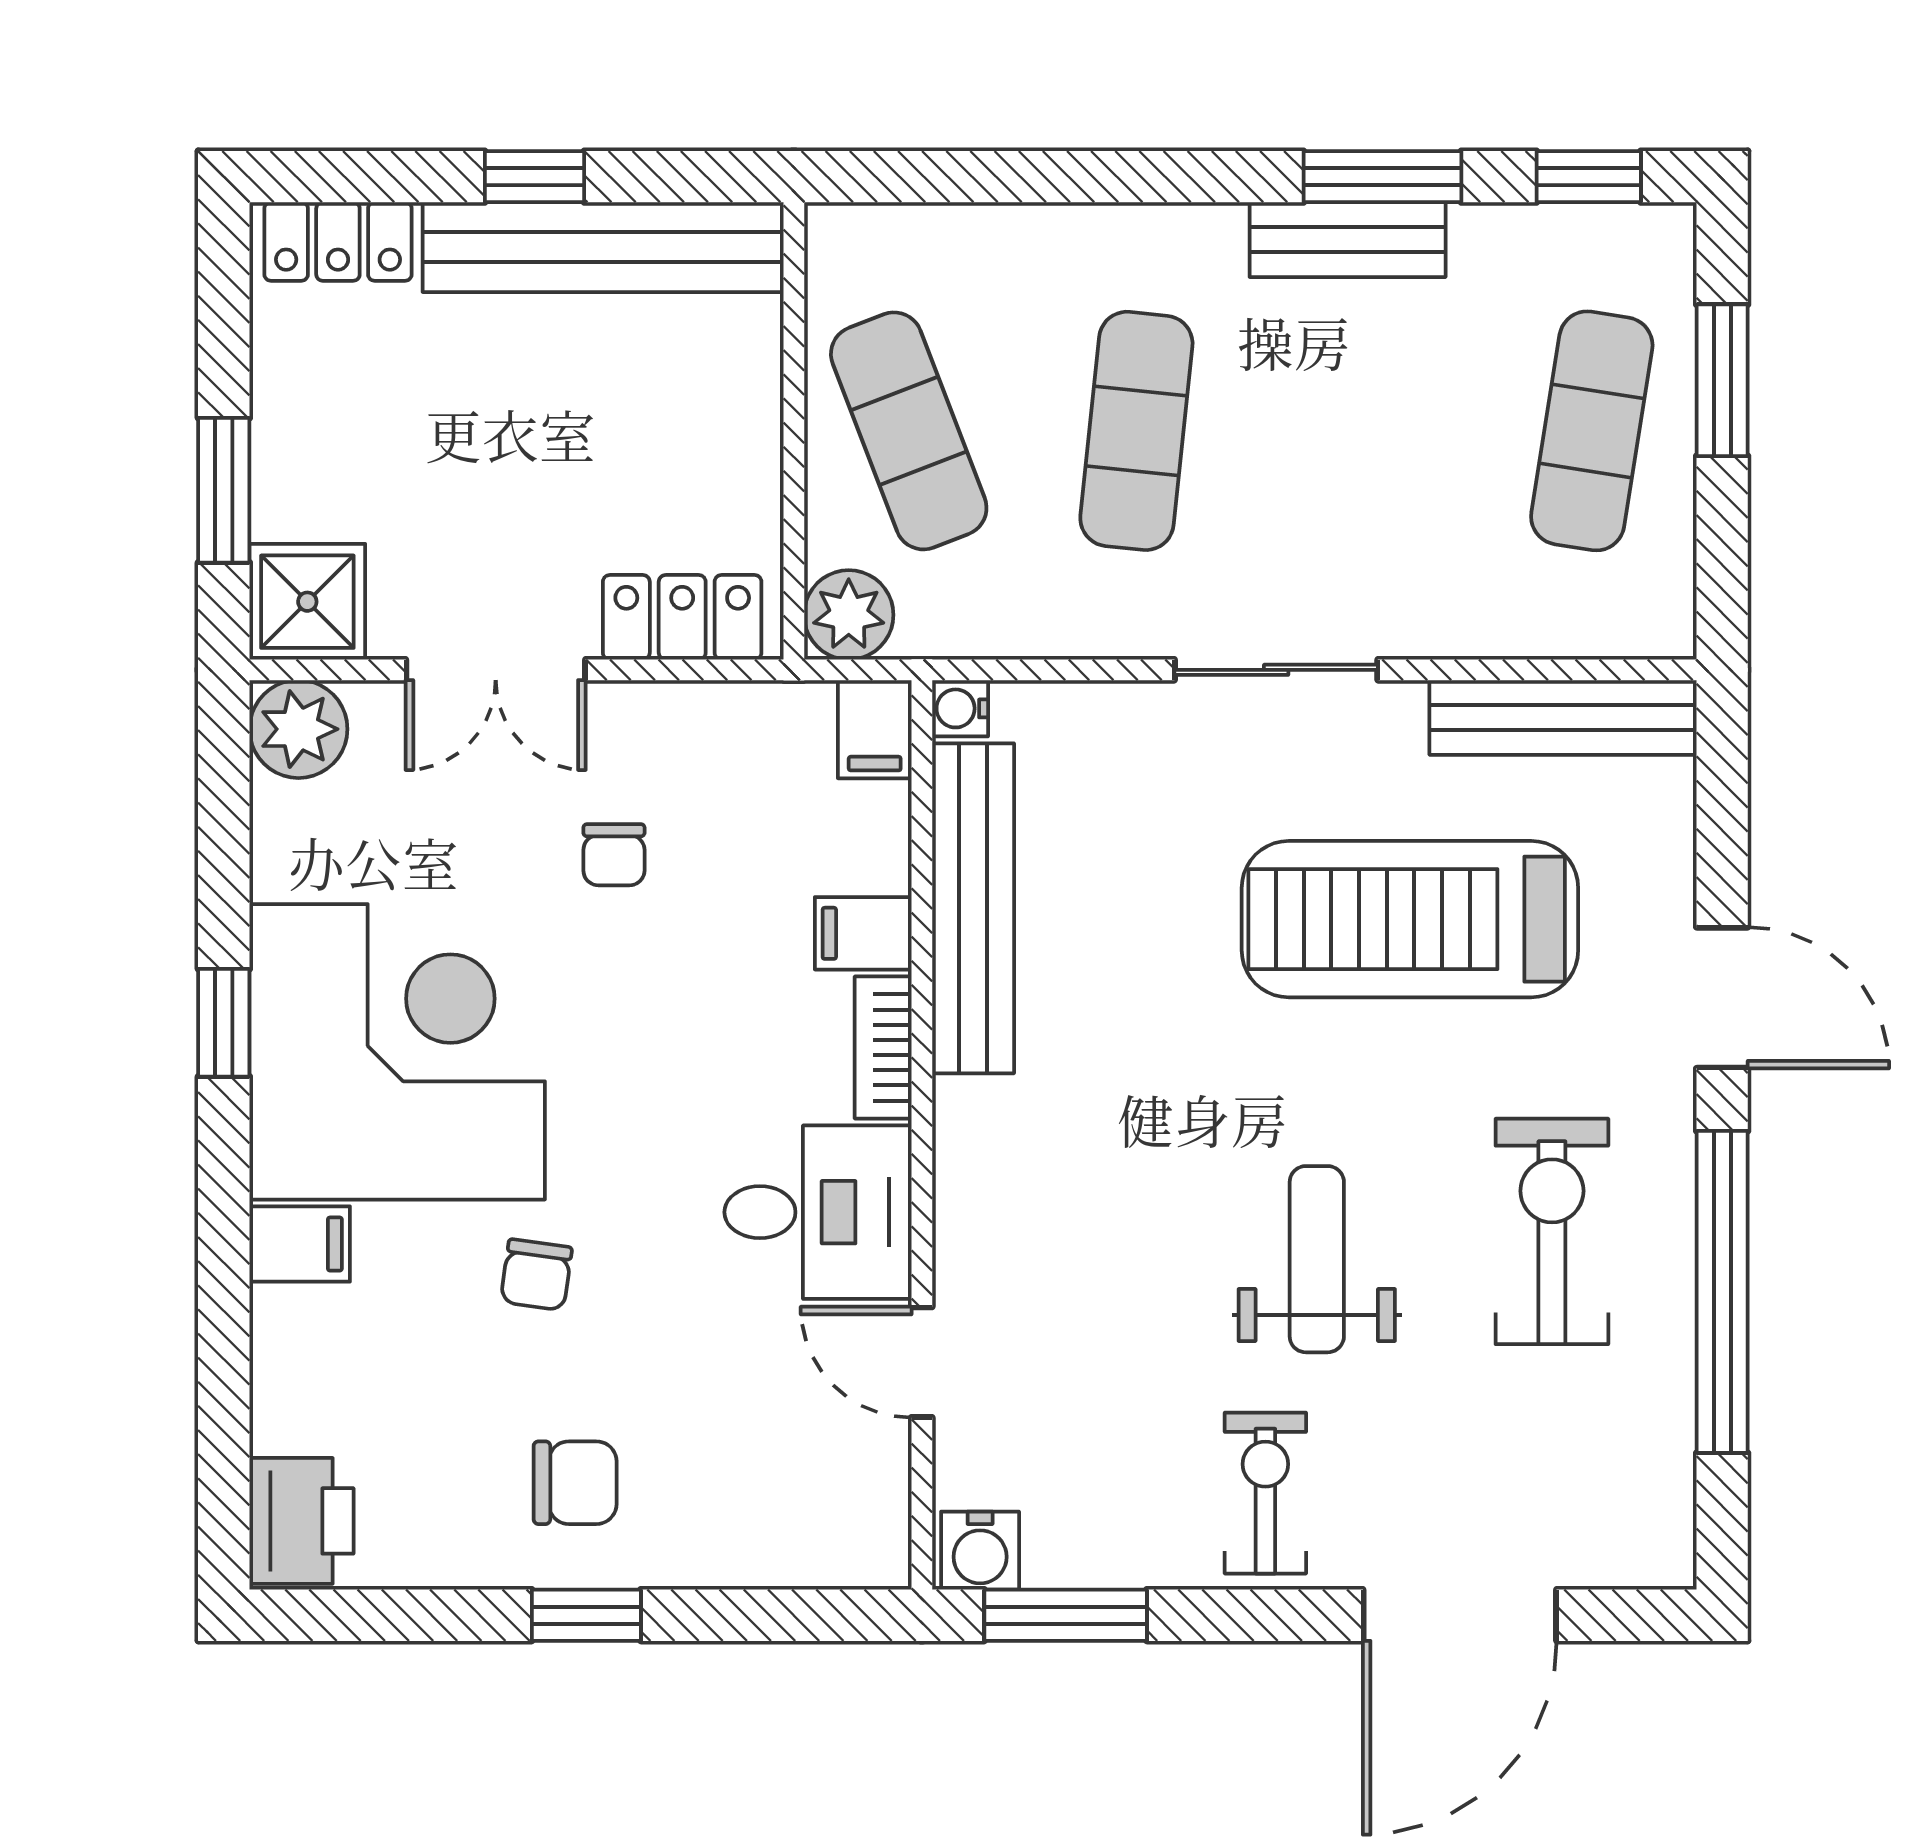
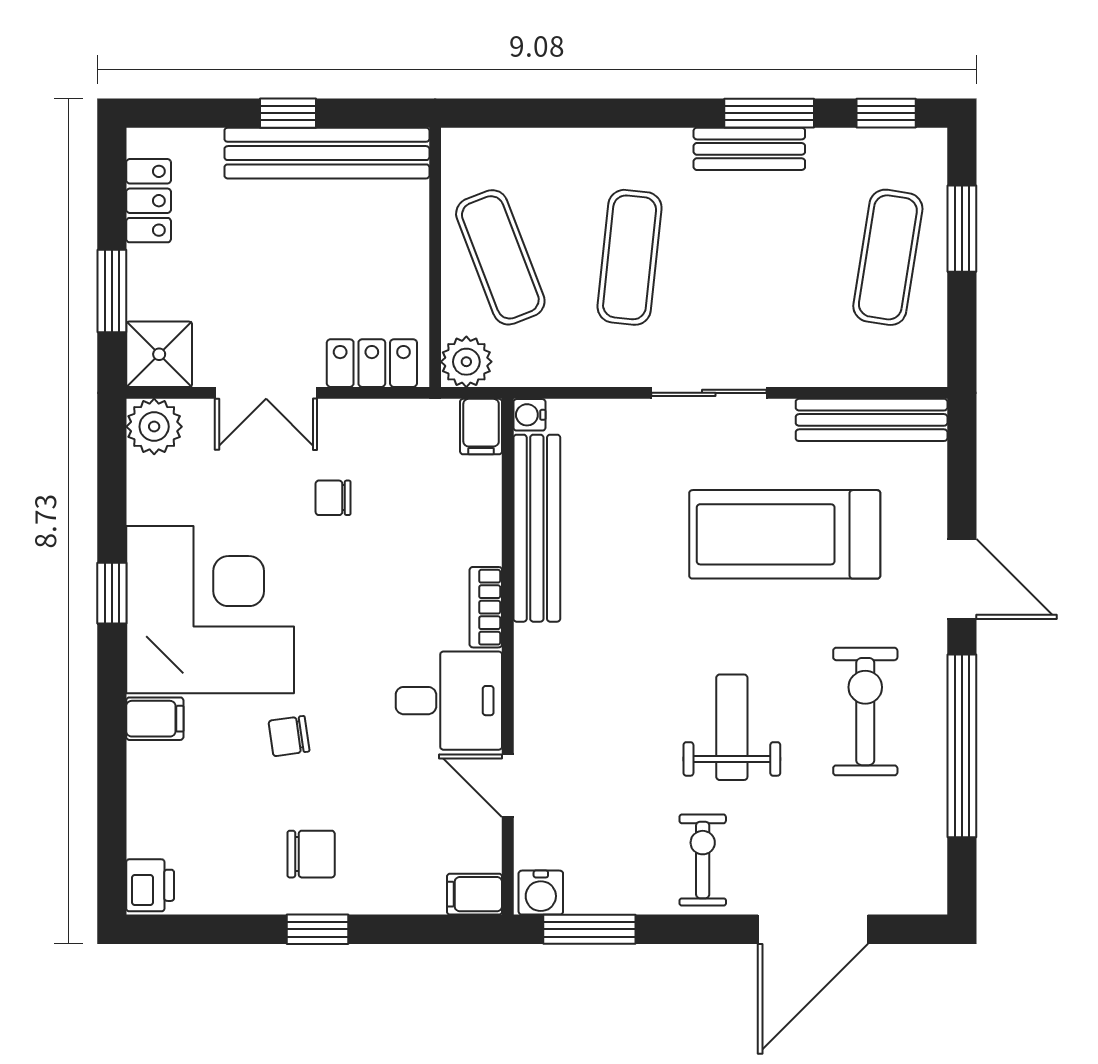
locker: (338, 242) -> (149, 201), moved, turned -90
chair: (614, 855) -> (333, 498), turned 90
filing cabinet: (863, 933) -> (475, 894), moved
chair: (536, 1275) -> (289, 736), turned 74
printer: (301, 1521) -> (150, 885), width x0.73, depth x0.81

